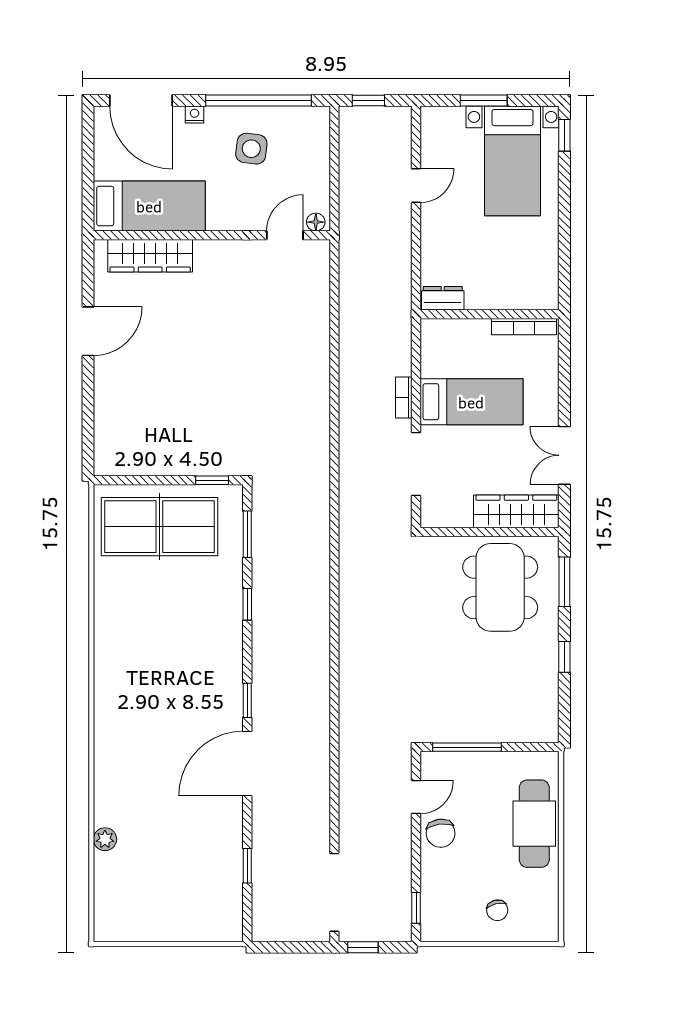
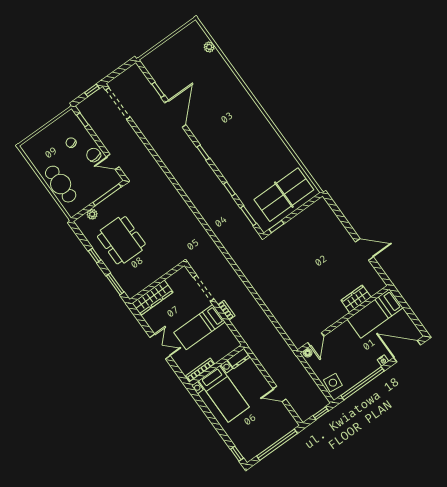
window: (484, 101) -> (277, 445), width x2.11
side table: (251, 149) -> (333, 383), moved
bed with nightstands: (513, 161) -> (224, 394), moved, turned 180
door: (416, 186) -> (280, 394), hinge flipped
wardrobe: (150, 256) -> (356, 299), width x0.67
door: (88, 331) -> (364, 249), swing flipped
double door: (564, 455) -> (160, 346), moved
dining table: (500, 587) -> (121, 240), moved
plant: (517, 732) -> (92, 214), added
door: (247, 764) -> (175, 114), moved
door: (416, 797) -> (113, 162), hinge flipped
plant: (105, 839) -> (209, 47), moved
chair: (497, 910) -> (71, 143), moved

